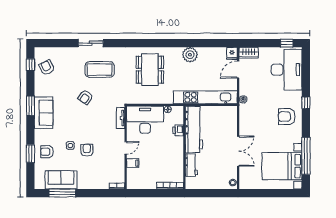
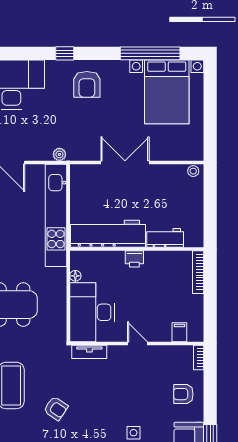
printer: (178, 130) -> (134, 259), moved
armchair: (87, 150) -> (183, 394), moved
double door: (238, 151) -> (125, 163), moved
filing cabinet: (133, 163) -> (179, 332), moved

